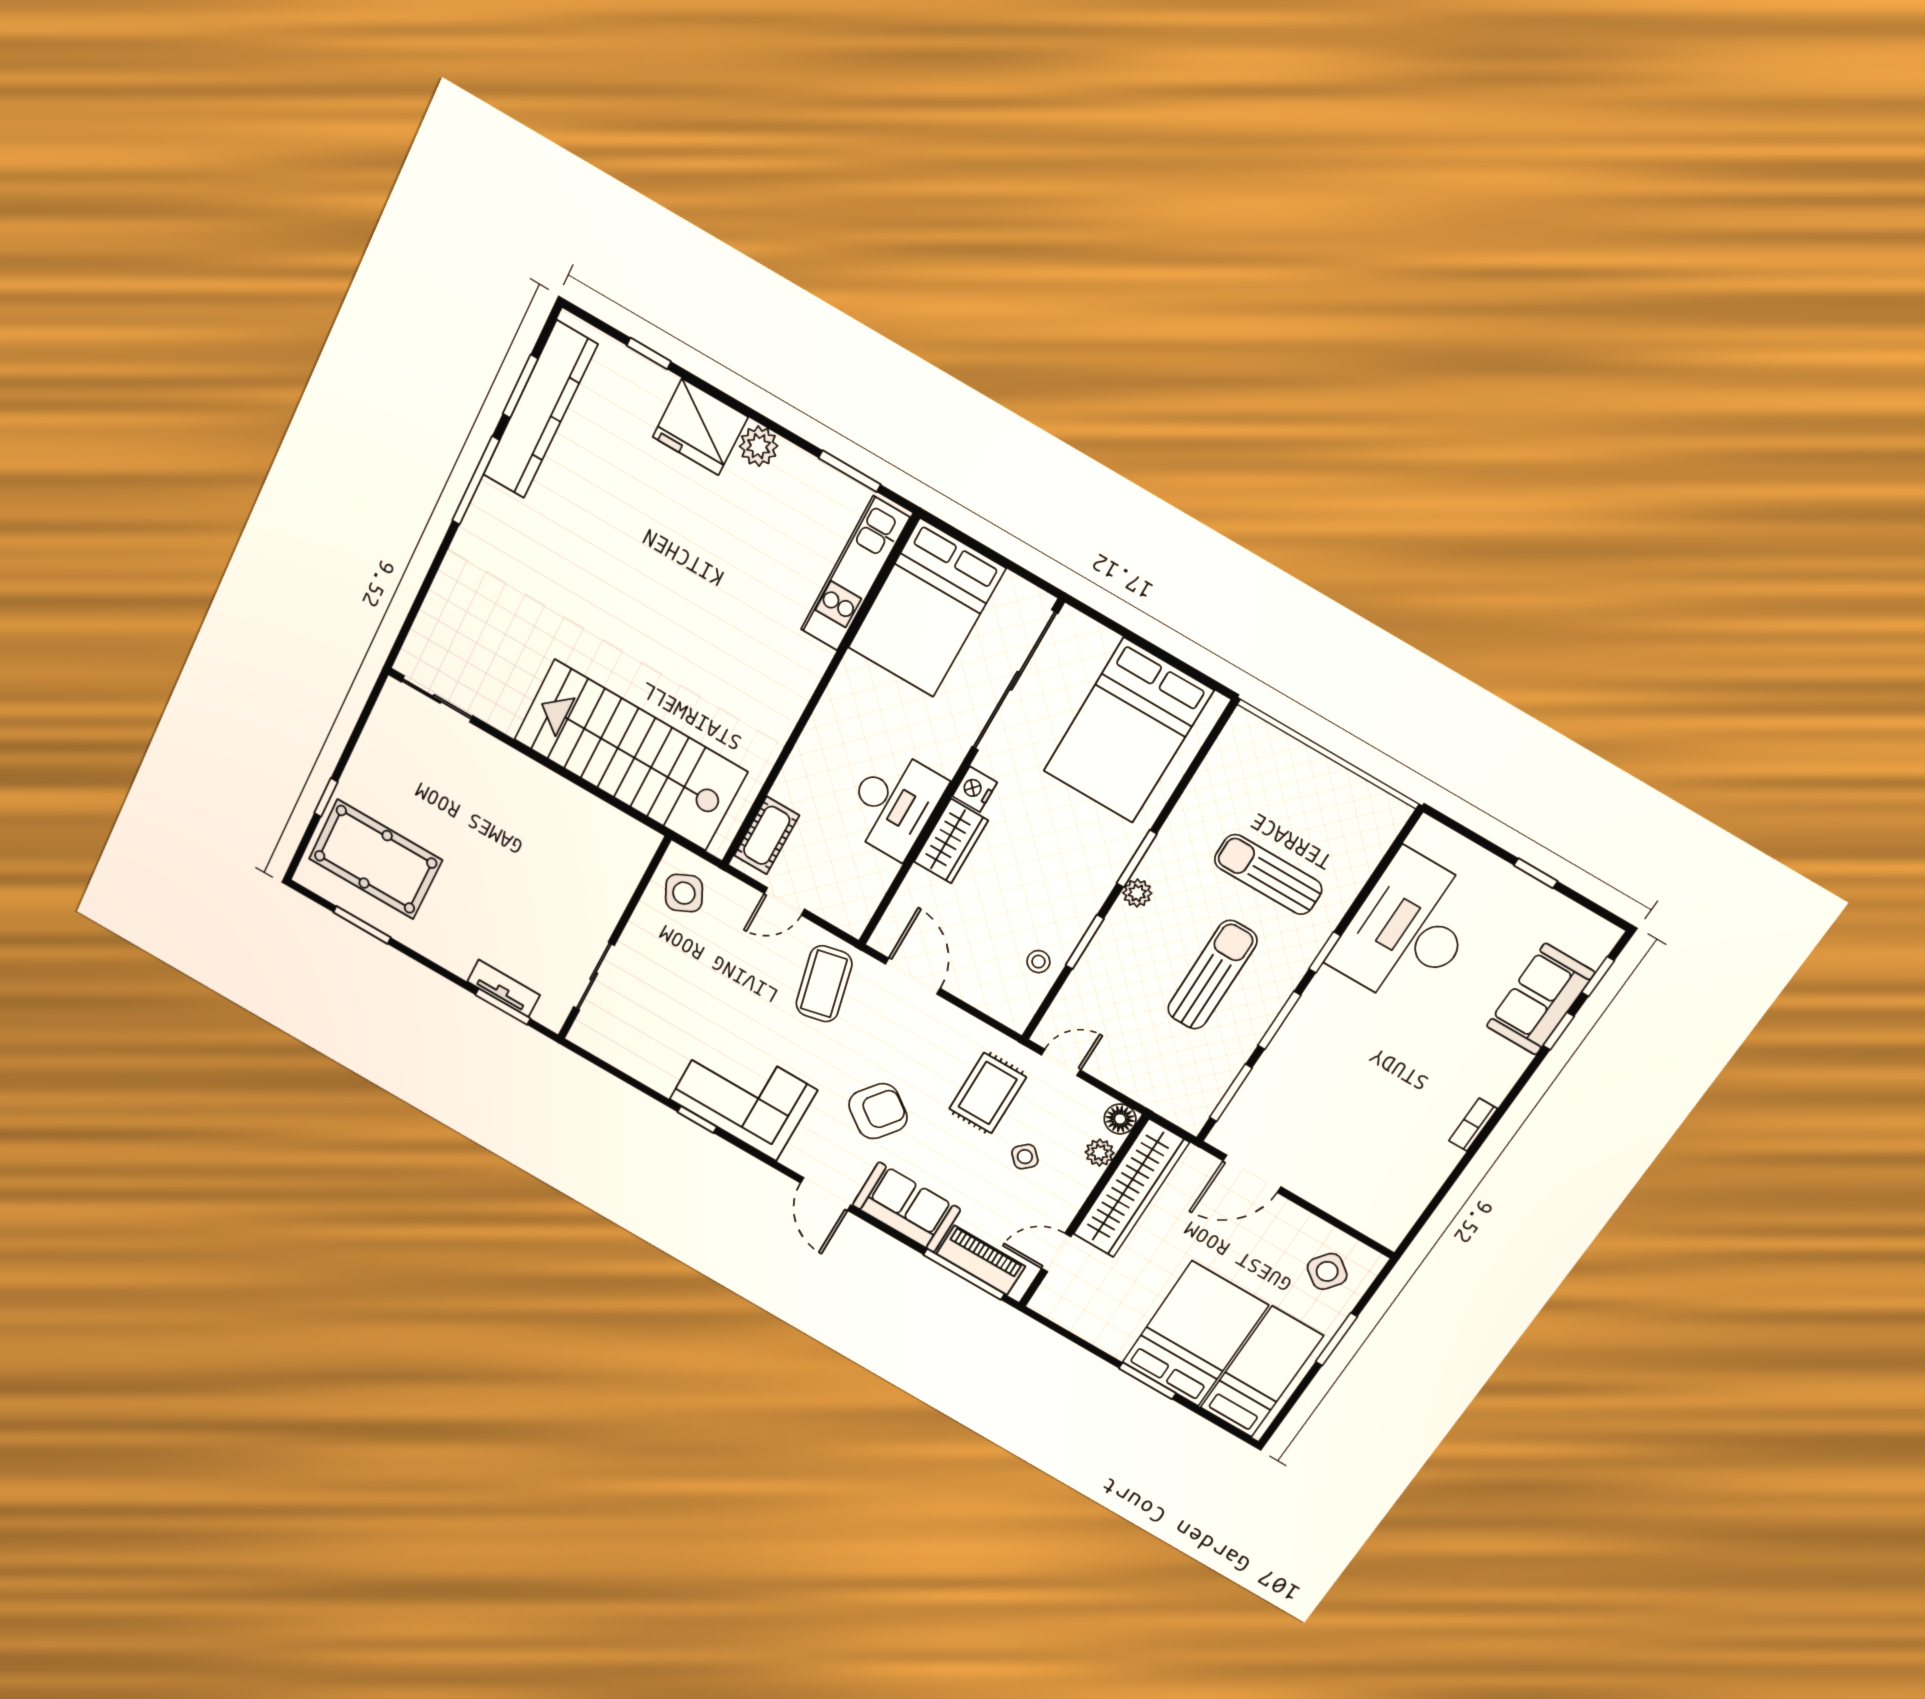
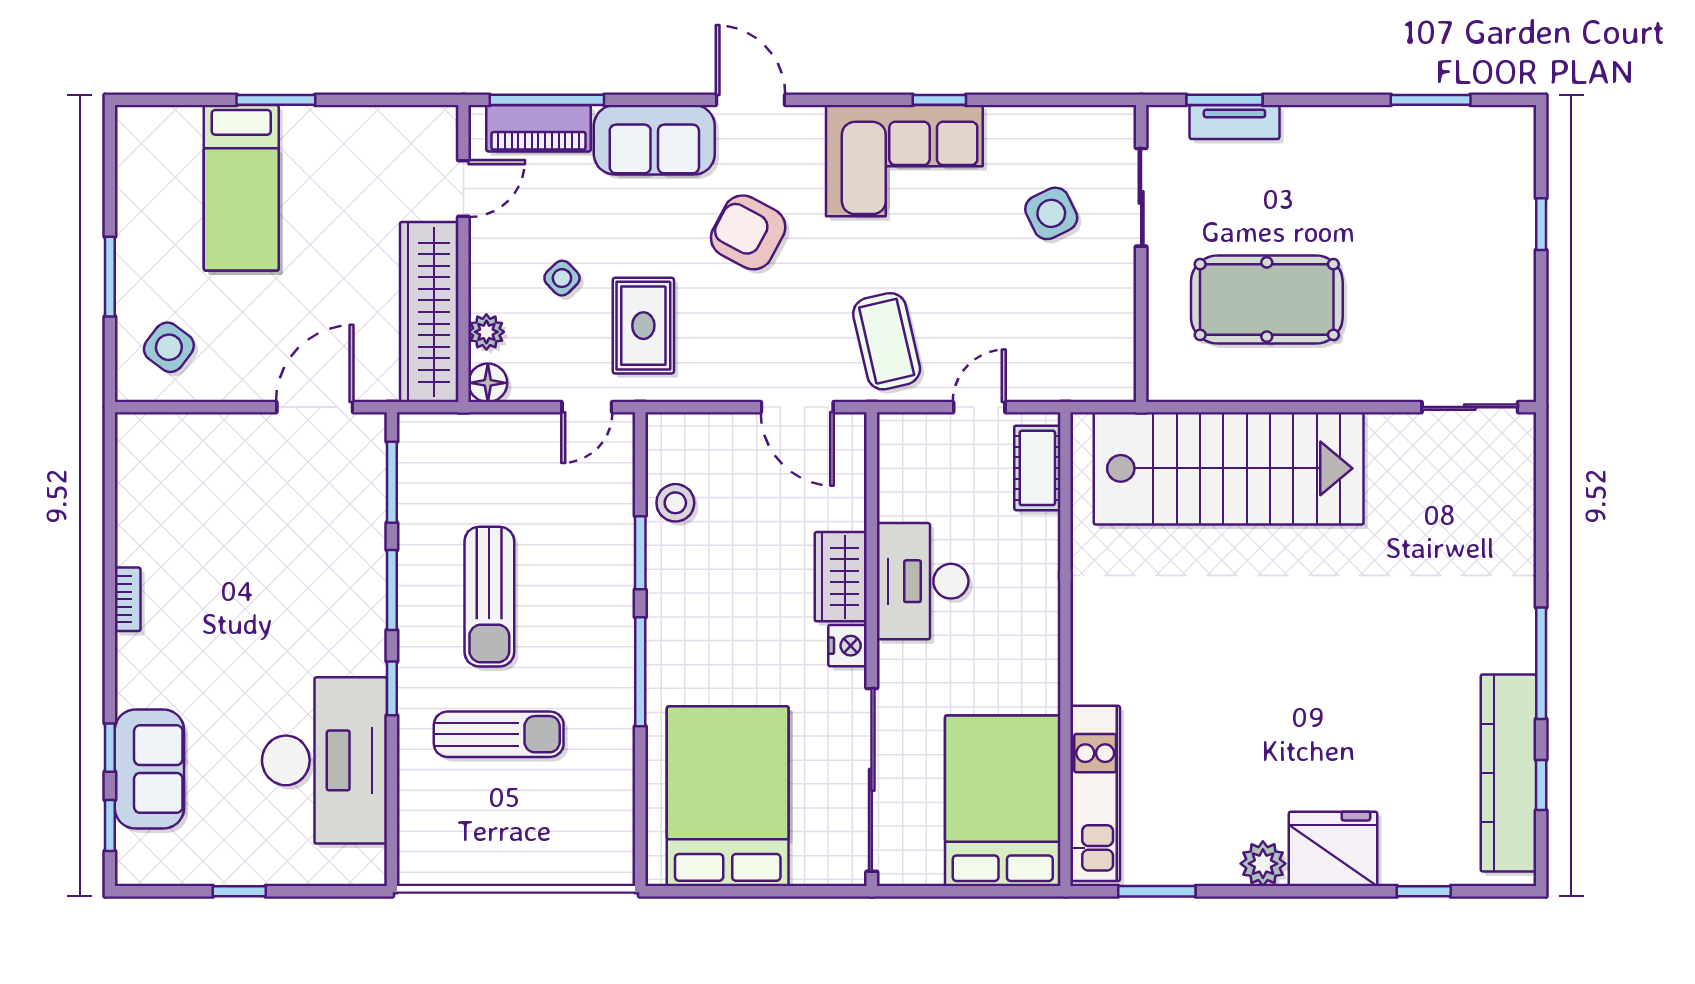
window: (520, 386) -> (1541, 785), width x0.67
pool table: (376, 859) -> (1267, 299), moved
window: (1137, 859) -> (640, 672), width x1.44
side table: (684, 893) -> (1051, 213), moved
plant: (1137, 893) -> (618, 636), removed
stool: (1038, 962) -> (675, 503), width x1.37, depth x1.37
armchair: (878, 1111) -> (748, 232), turned 81
bed: (1195, 1334) -> (241, 188), width x0.67
bed: (1262, 1372) -> (163, 189), removed

